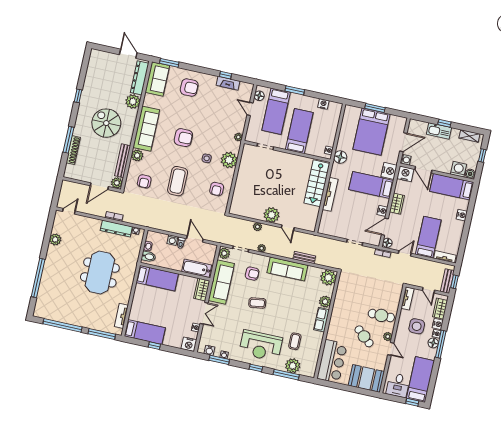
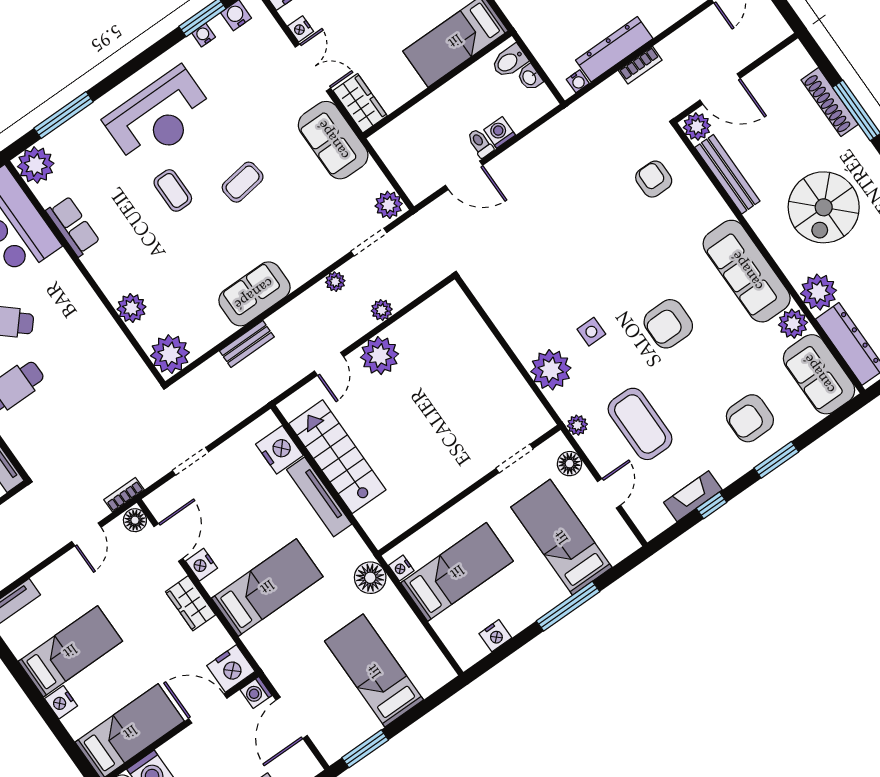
window: (169, 63) -> (776, 460), moved
window: (295, 90) -> (568, 606), width x1.44
floor lamp: (259, 96) -> (569, 464), moved
window: (375, 108) -> (365, 749), moved
door: (250, 109) -> (609, 493), hinge flipped
spiral stairs: (106, 123) -> (824, 207), turned 90
bed: (299, 131) -> (457, 572), moved, turned -90
bed: (371, 132) -> (374, 671), width x0.67
plant: (137, 155) -> (793, 324), moved
nightstand: (389, 171) -> (279, 450), moved, turned 180
coffee table: (178, 181) -> (640, 424), moved
stairs: (317, 183) -> (337, 457), moved
door: (99, 186) -> (720, 89), swing flipped
armchair: (217, 189) -> (519, 299), removed
door: (288, 228) -> (329, 364), swing flipped
bed: (428, 237) -> (70, 651), moved, turned -90
bathtub: (197, 268) -> (407, 129), removed
sofa: (287, 269) -> (254, 294), width x0.73
armchair: (252, 274) -> (305, 222), removed
sofa: (221, 282) -> (333, 140), width x0.73
double door: (204, 313) -> (313, 68), swing flipped
row of seats: (321, 320) -> (73, 226), moved
coffee table: (295, 341) -> (173, 190), moved
reception desk: (261, 346) -> (159, 117), turned 180
plant: (293, 366) -> (36, 165), moved
window: (256, 368) -> (126, 71), removed

